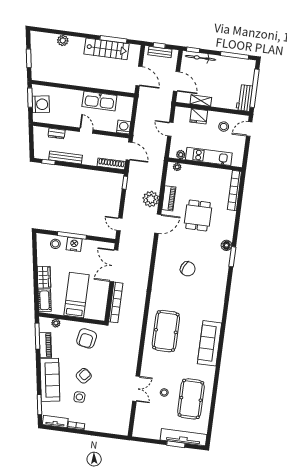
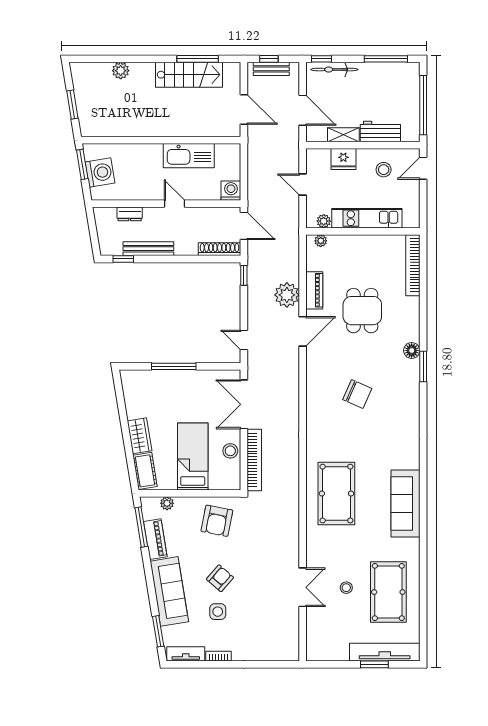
workbench: (244, 98) -> (380, 131), moved, turned 90
stool: (55, 244) -> (230, 451), moved
nightstand: (74, 244) -> (179, 380), removed

